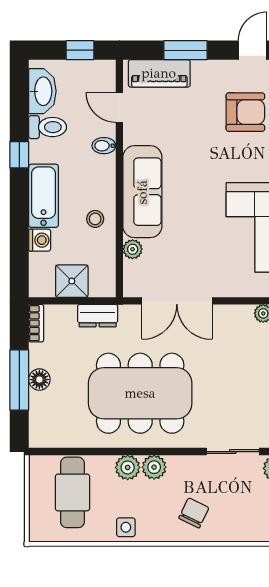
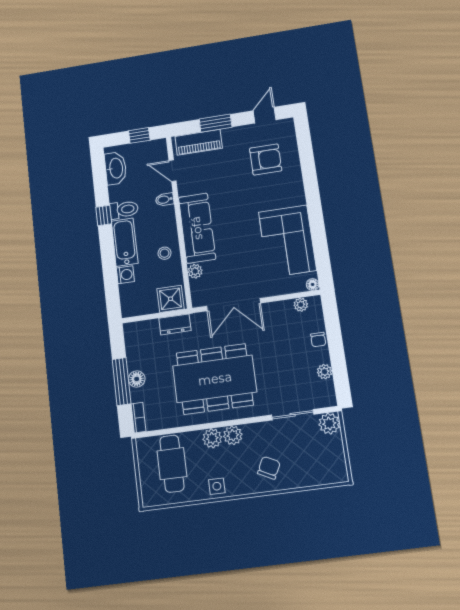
toilet: (48, 127) -> (124, 210), moved
shower: (72, 281) -> (170, 299), moved
bookcase: (36, 323) -> (138, 418), moved

